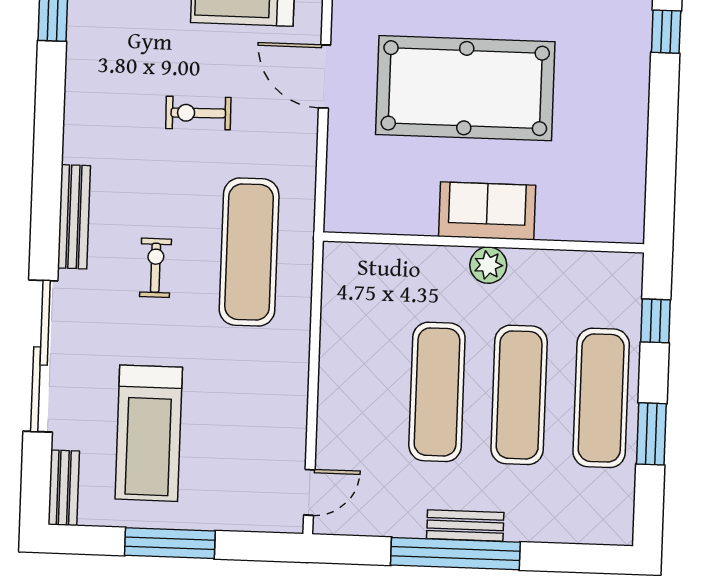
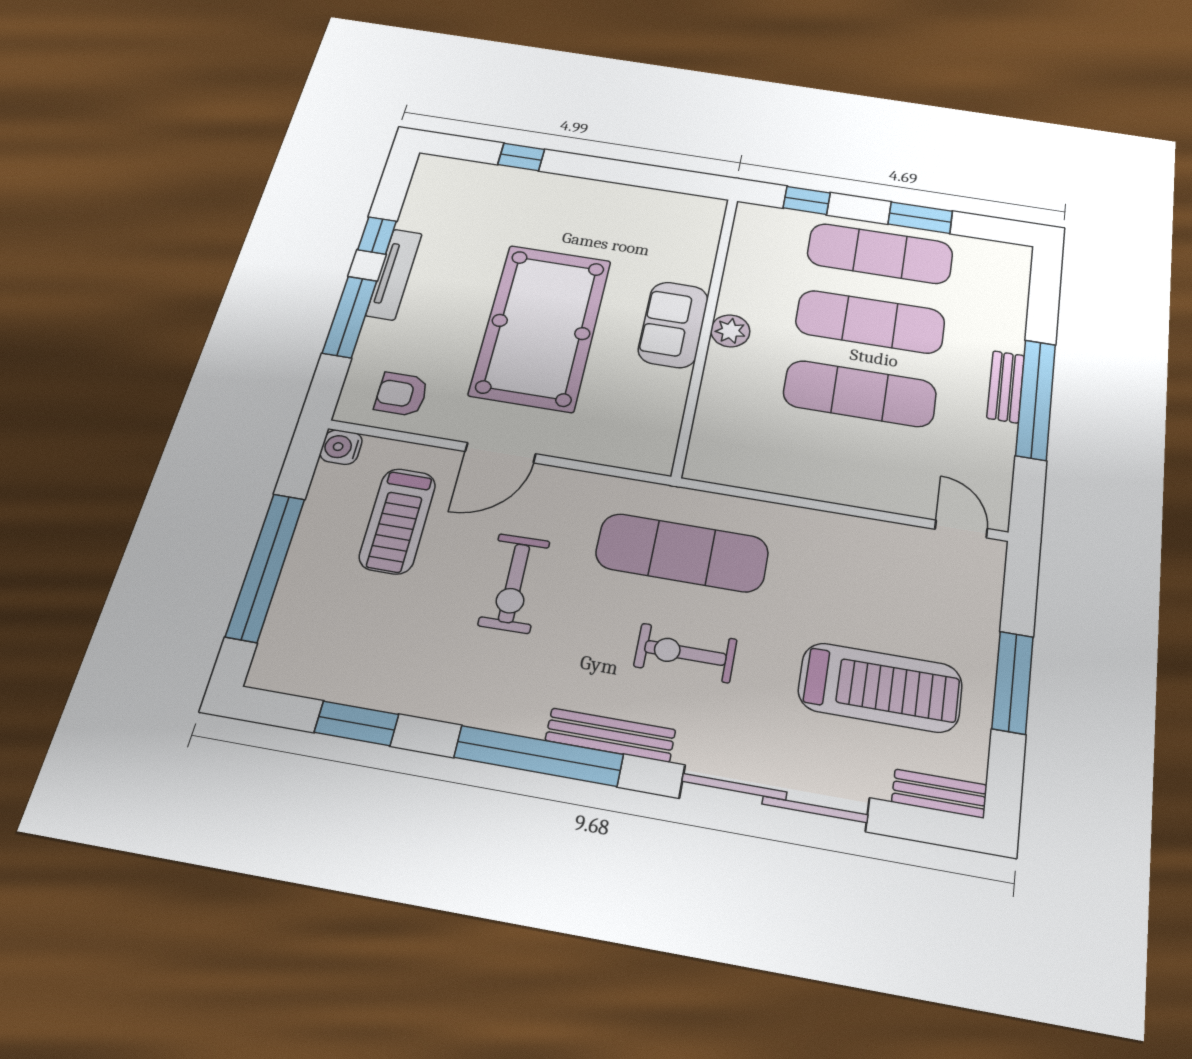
exercise bike: (198, 113) -> (514, 583), width x1.38, depth x1.39
window: (48, 162) -> (539, 756), added
exercise bike: (155, 268) -> (685, 653), width x1.38, depth x1.39

